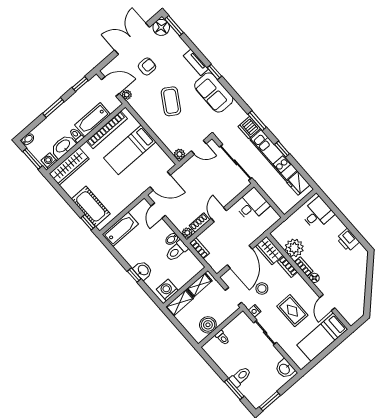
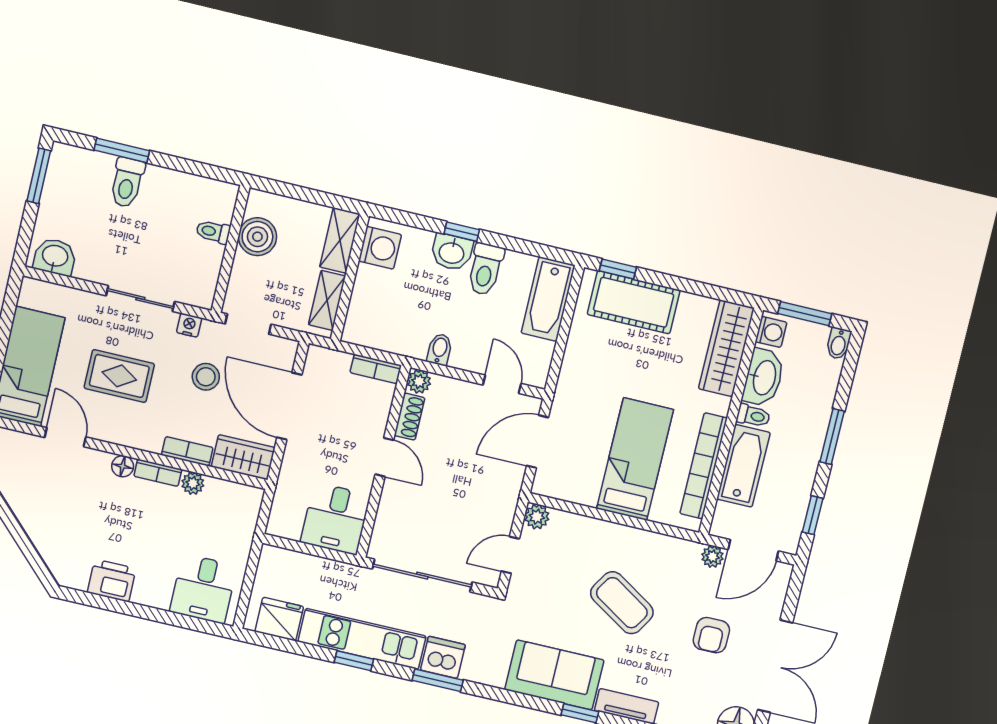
plant: (294, 248) -> (193, 483), width x0.53, depth x0.53
toilet: (177, 251) -> (485, 269), moved, turned 180

